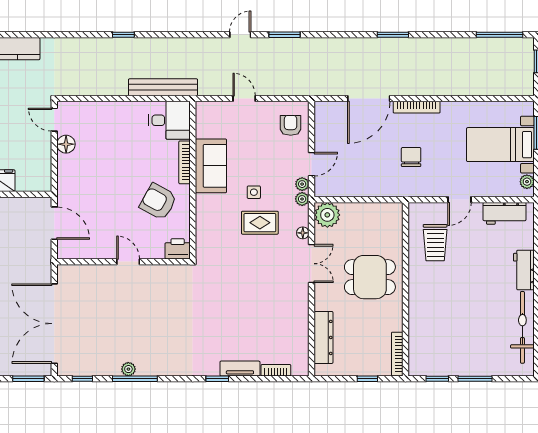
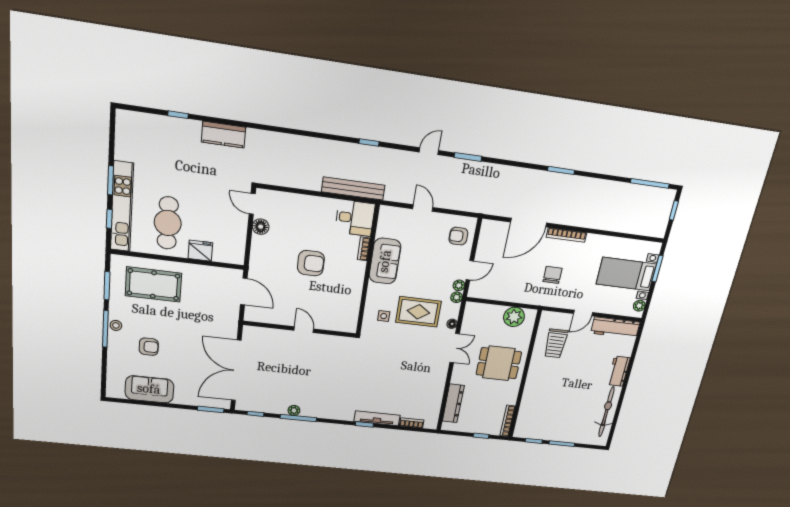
window: (123, 35) -> (369, 142), moved
armchair: (291, 125) -> (458, 236), turned -90
bookcase: (184, 162) -> (364, 249), width x0.64
side table: (254, 192) -> (384, 316), moved
armchair: (158, 202) -> (311, 263), moved, turned 151
workbench: (505, 213) -> (615, 328), width x1.38
plant: (327, 215) -> (514, 317), moved
rug: (260, 223) -> (418, 312), width x1.36, depth x1.43
printer: (178, 249) -> (347, 324), removed
tv unit: (240, 369) -> (377, 418), width x1.41

